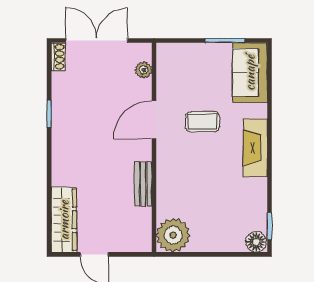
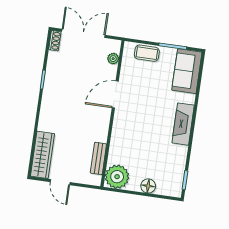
coffee table: (203, 122) -> (147, 53), moved
bench: (143, 184) -> (98, 158), moved
floor lamp: (256, 242) -> (148, 186), moved

